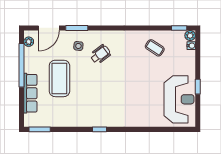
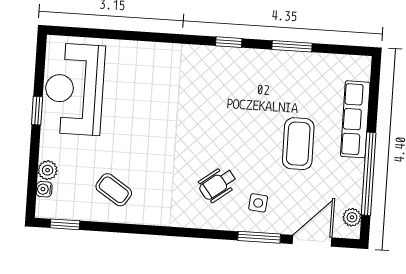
plant: (190, 36) -> (48, 170), moved
coffee table: (59, 78) -> (298, 144), width x0.73, depth x0.76
window: (40, 129) -> (292, 46), moved

